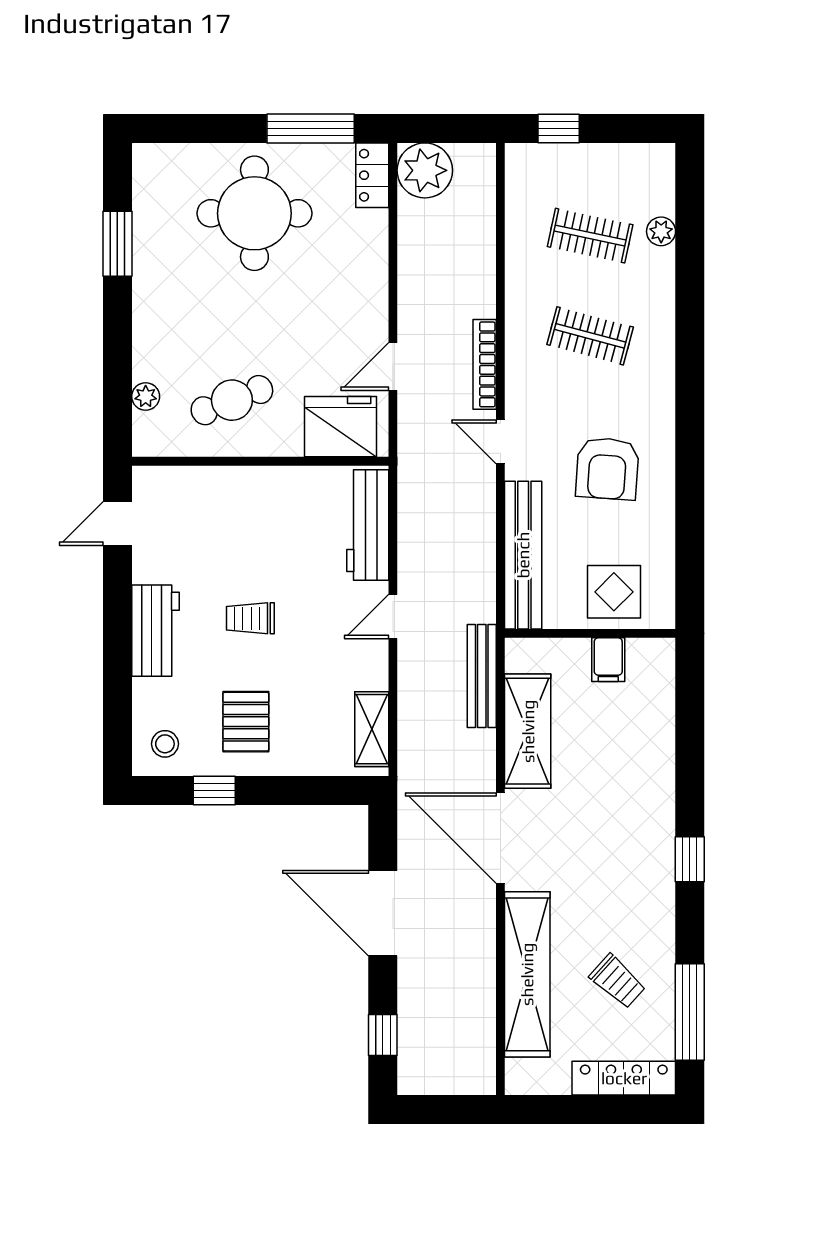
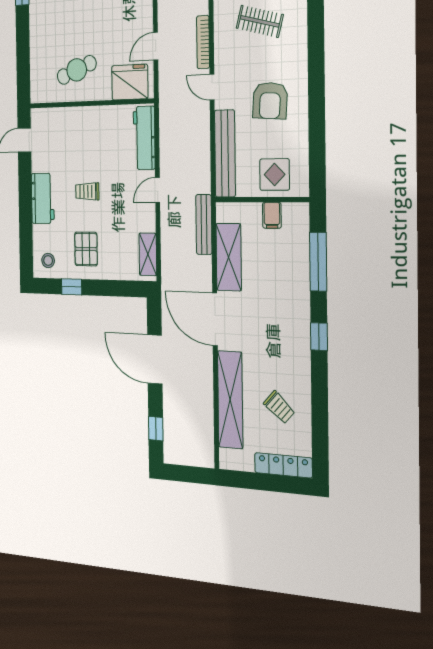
plant: (146, 396) -> (36, 70), removed
window: (690, 1012) -> (318, 262), moved

